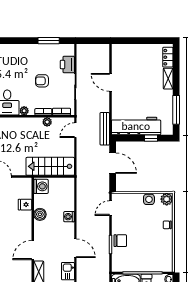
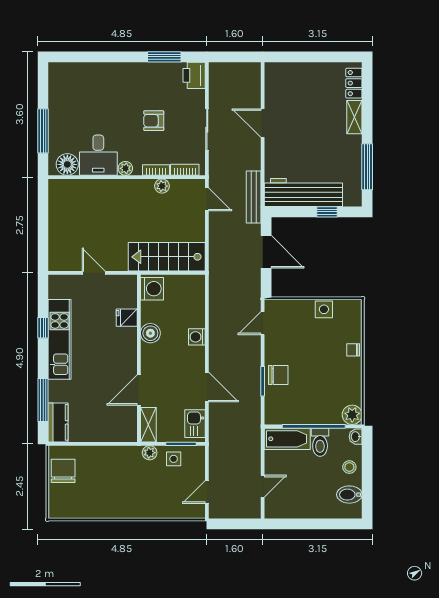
printer: (67, 65) -> (194, 75), moved
door: (75, 130) -> (207, 199), swing flipped
plant: (167, 199) -> (352, 415), moved

